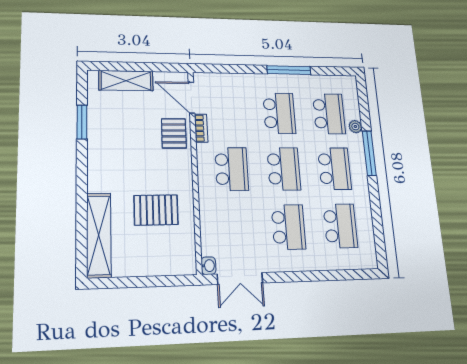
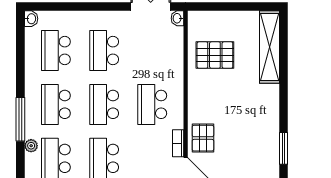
pallet: (156, 210) -> (215, 55), moved
washbasin: (370, 260) -> (31, 19), added

